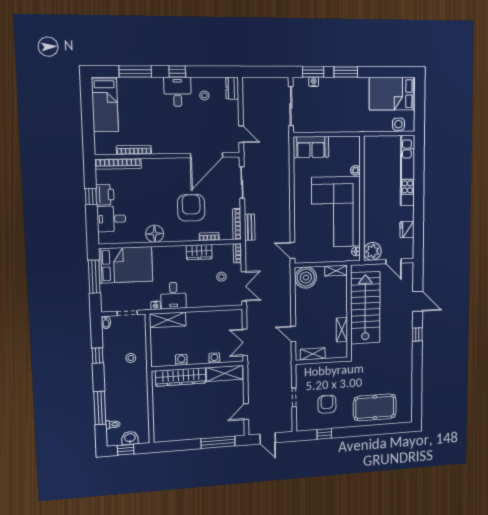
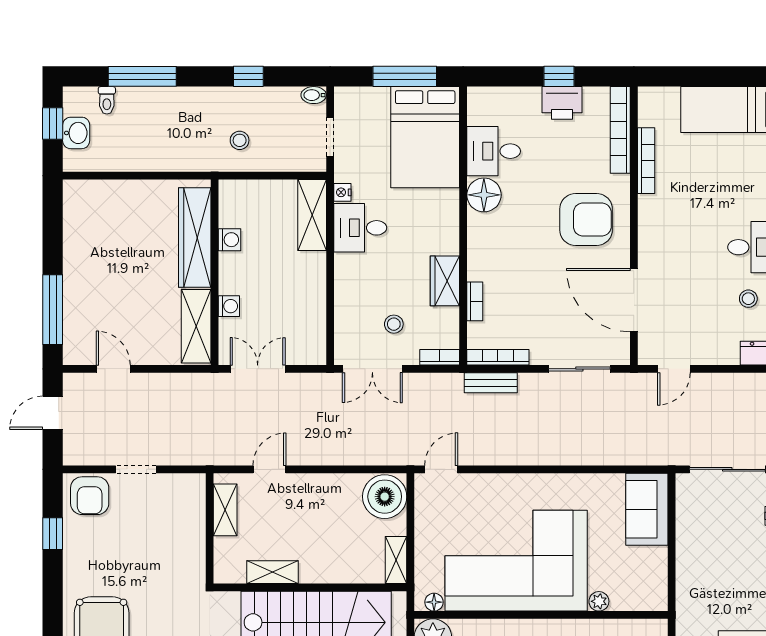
armchair: (191, 208) -> (586, 220), moved
desk: (111, 219) -> (494, 151), moved, turned -90
armchair: (327, 404) -> (90, 496), moved, turned 90

